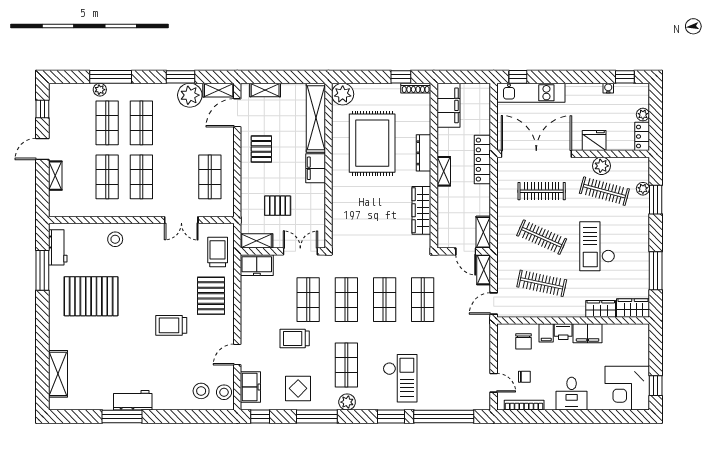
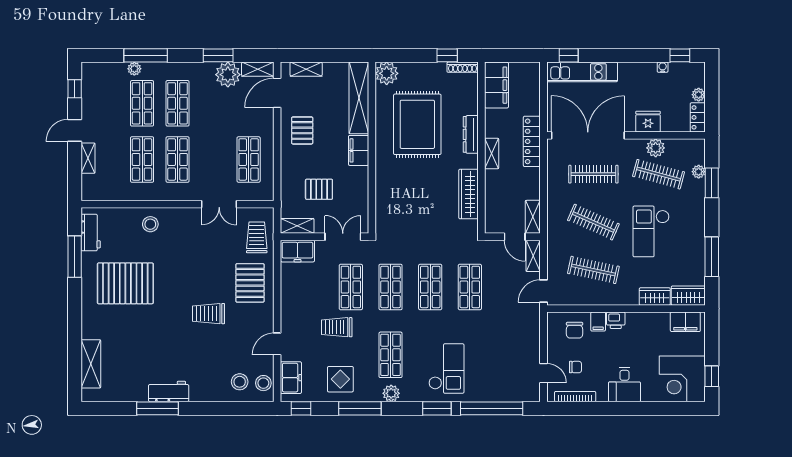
filing cabinet: (588, 333) -> (685, 322), moved

